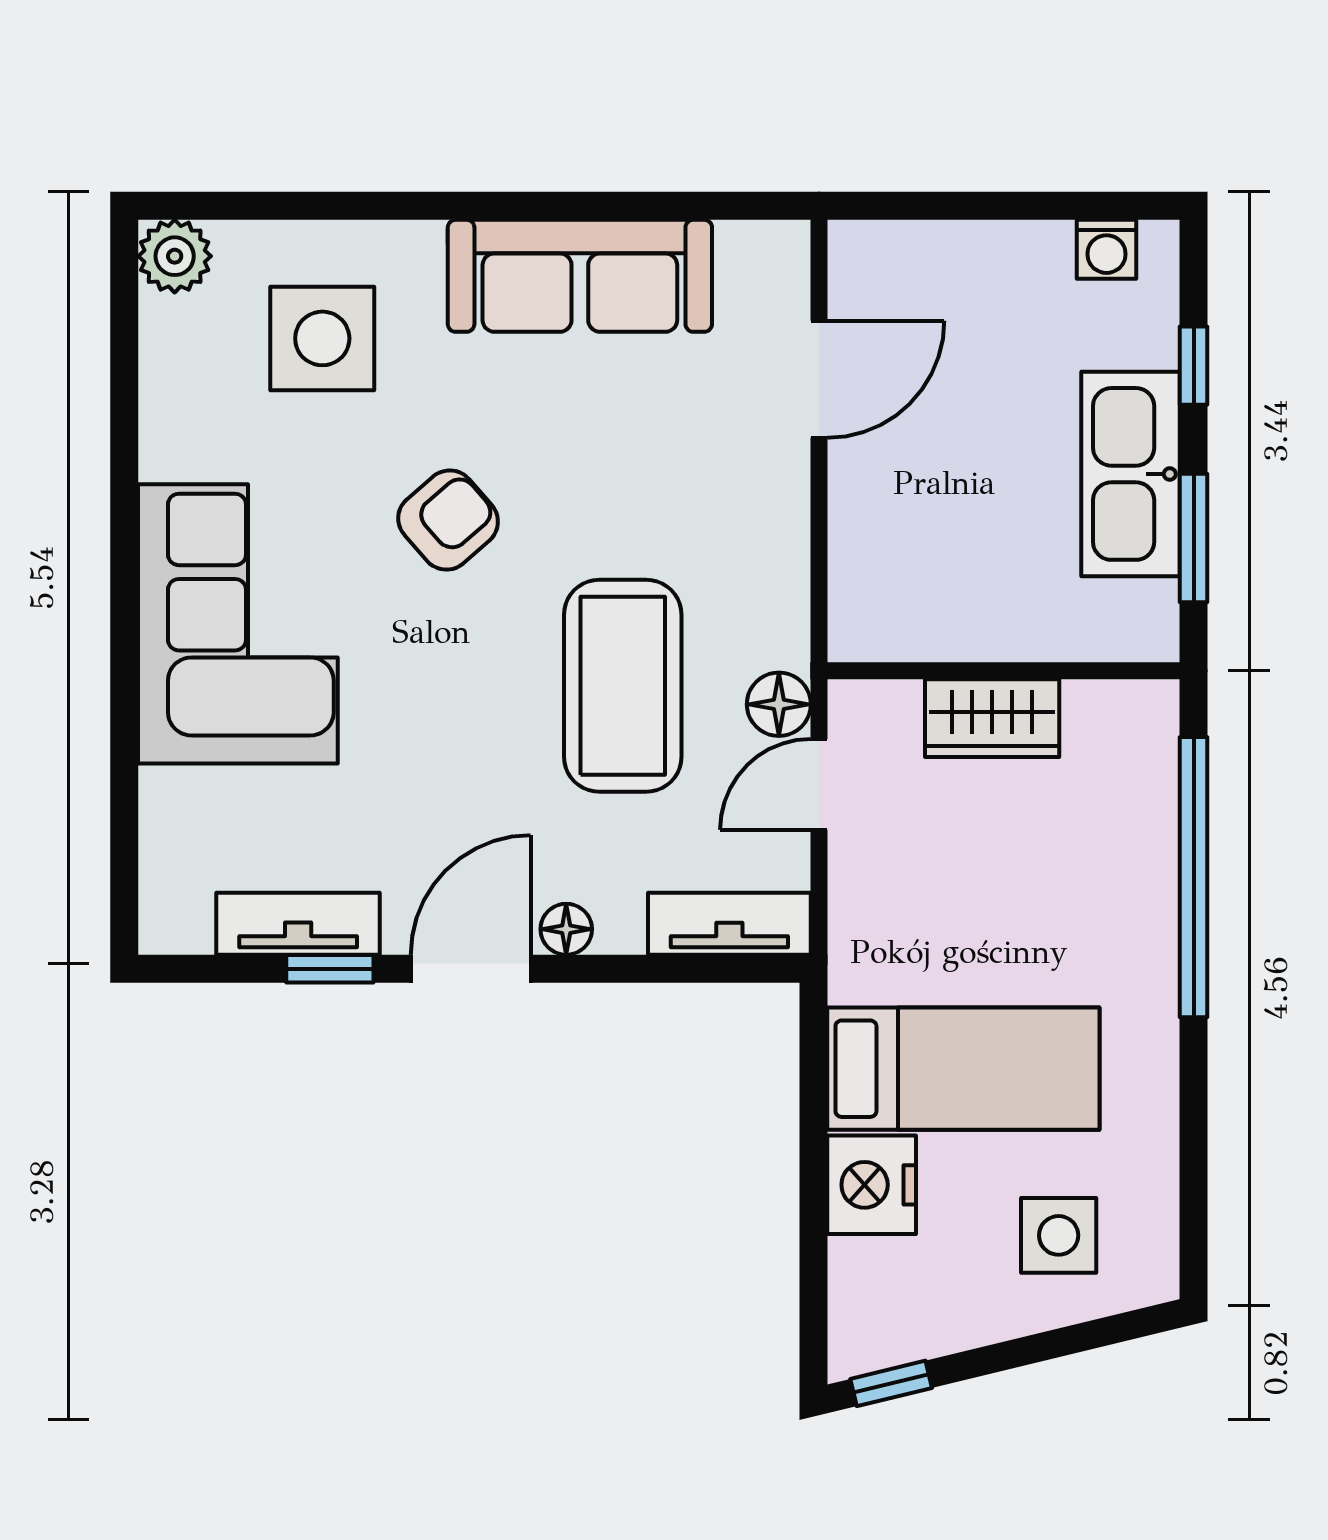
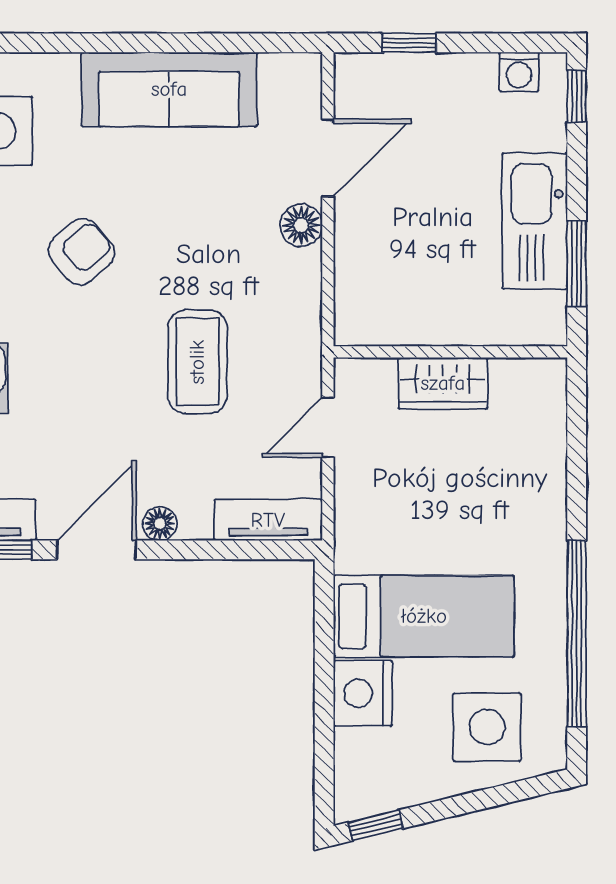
window: (941, 206) -> (409, 43), added
window: (1194, 366) -> (577, 96), moved
coffee table: (623, 686) -> (197, 362), width x0.73, depth x0.76
floor lamp: (779, 704) -> (301, 225), moved
window: (1194, 877) -> (577, 633), moved
side table: (1059, 1235) -> (487, 727), width x1.37, depth x1.37

